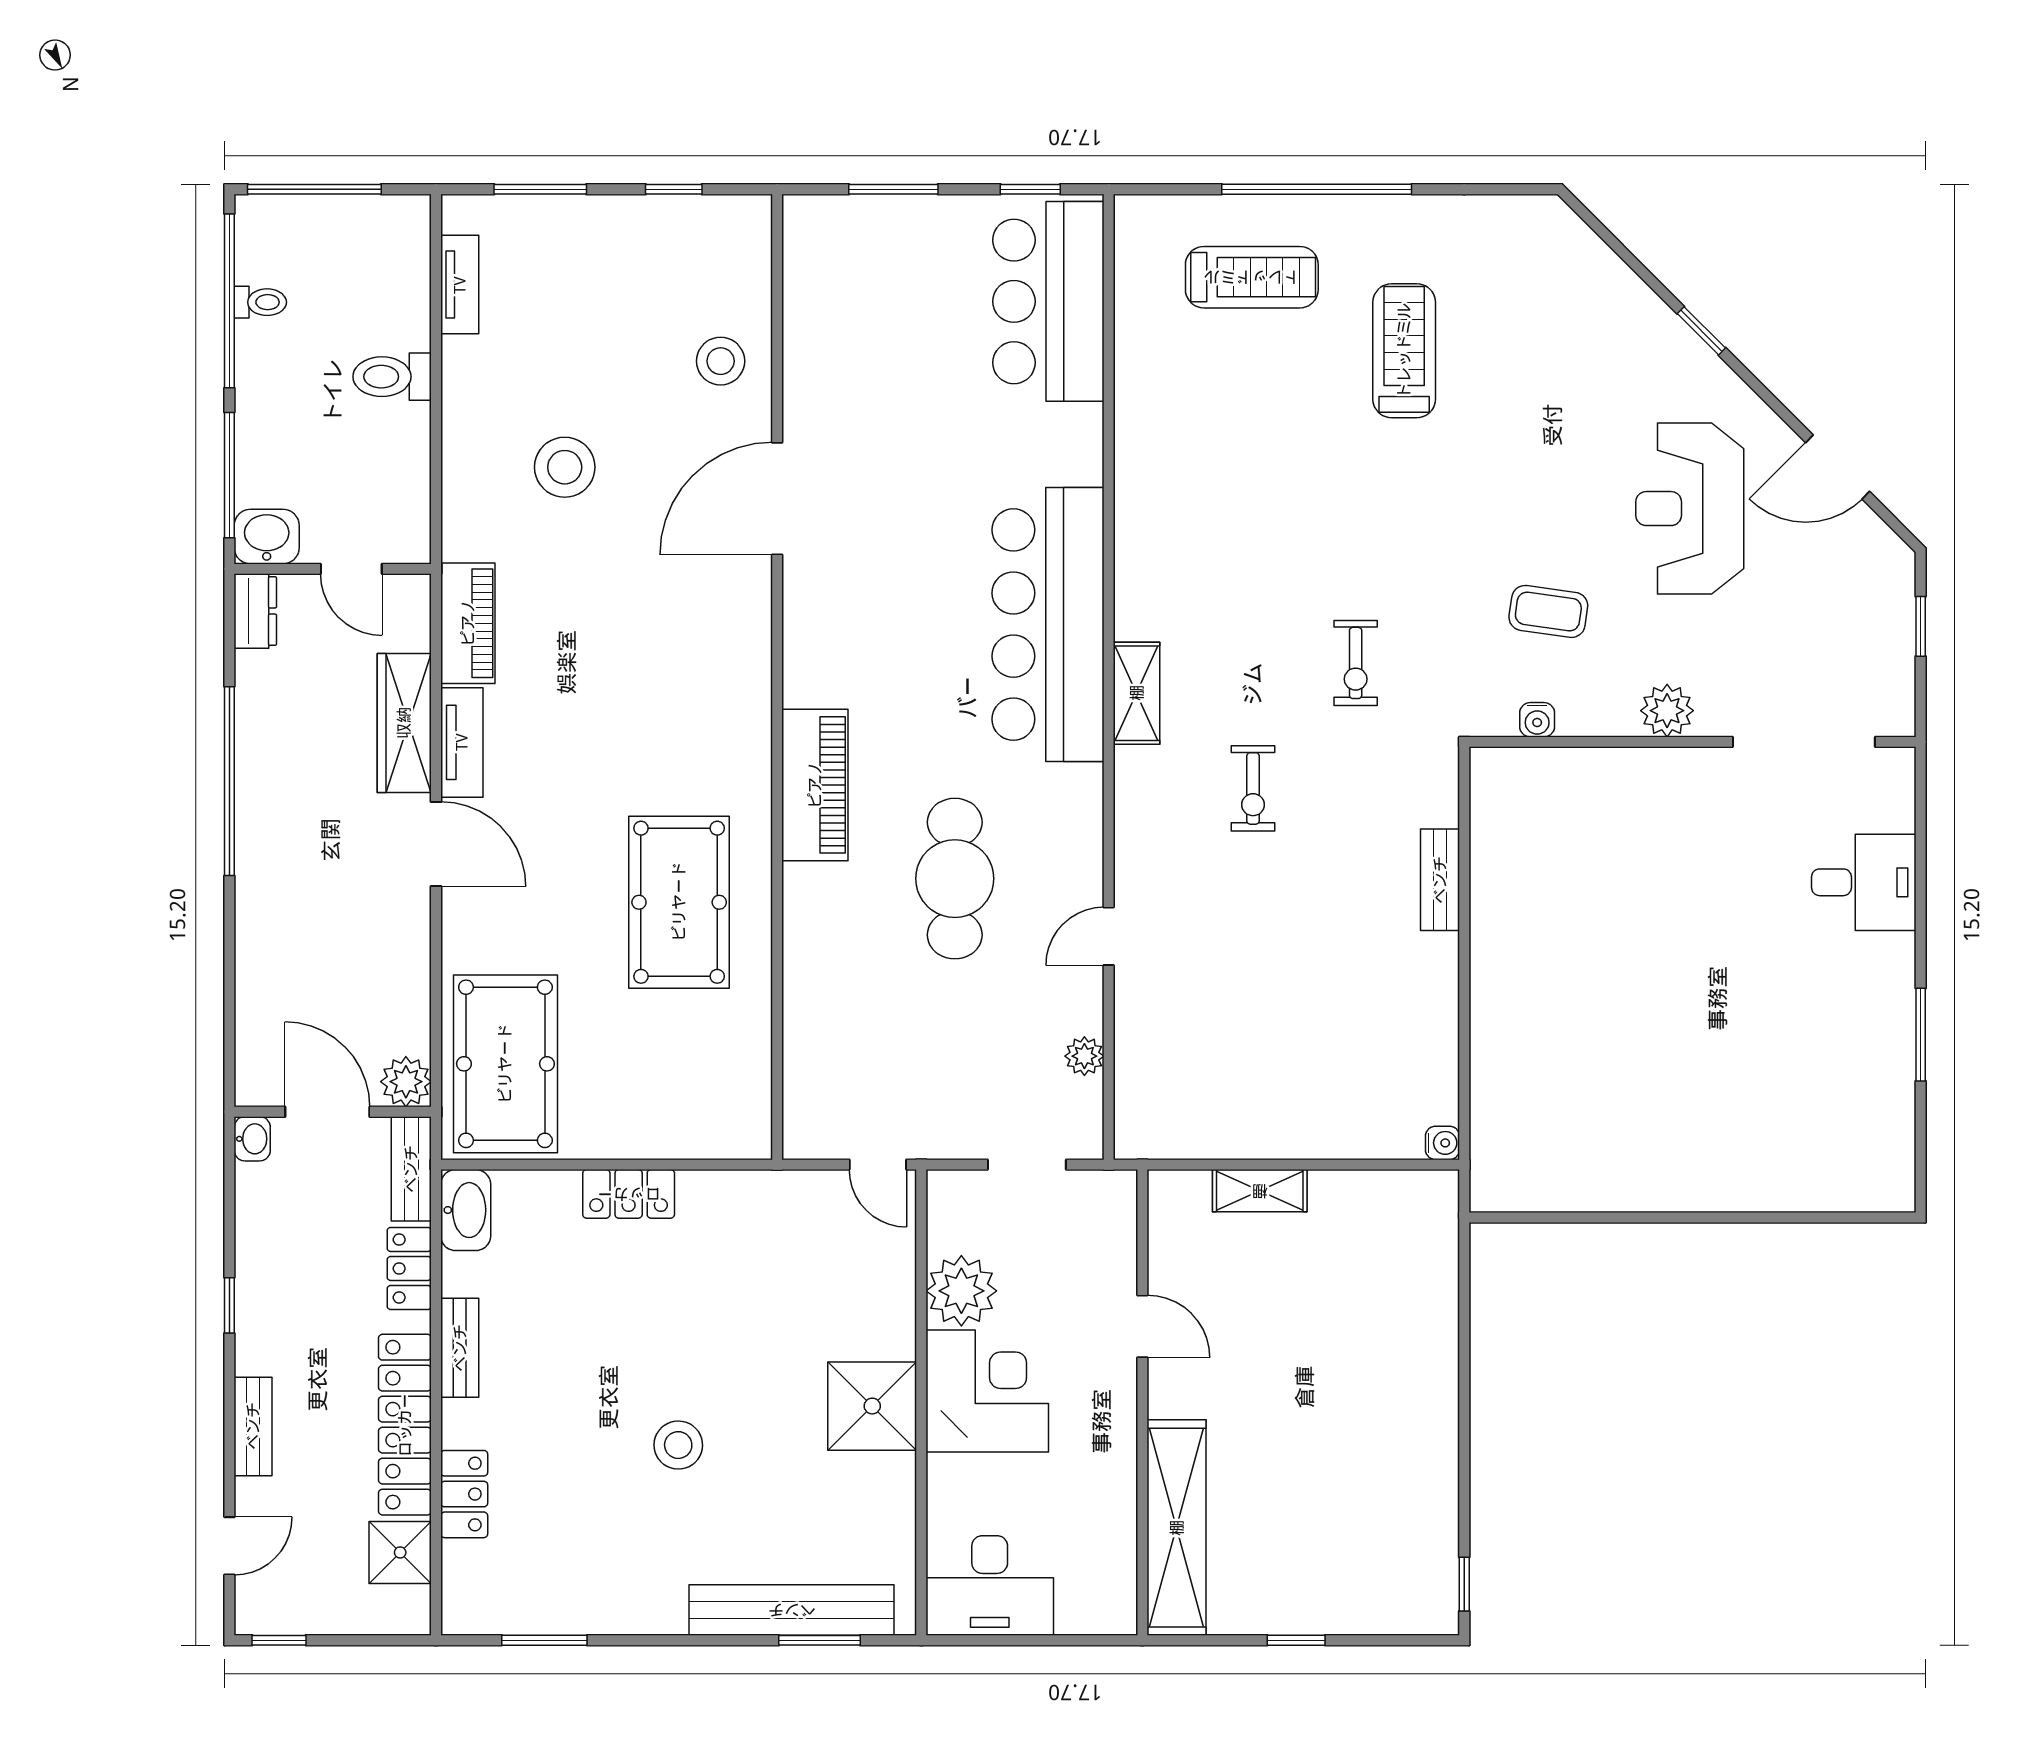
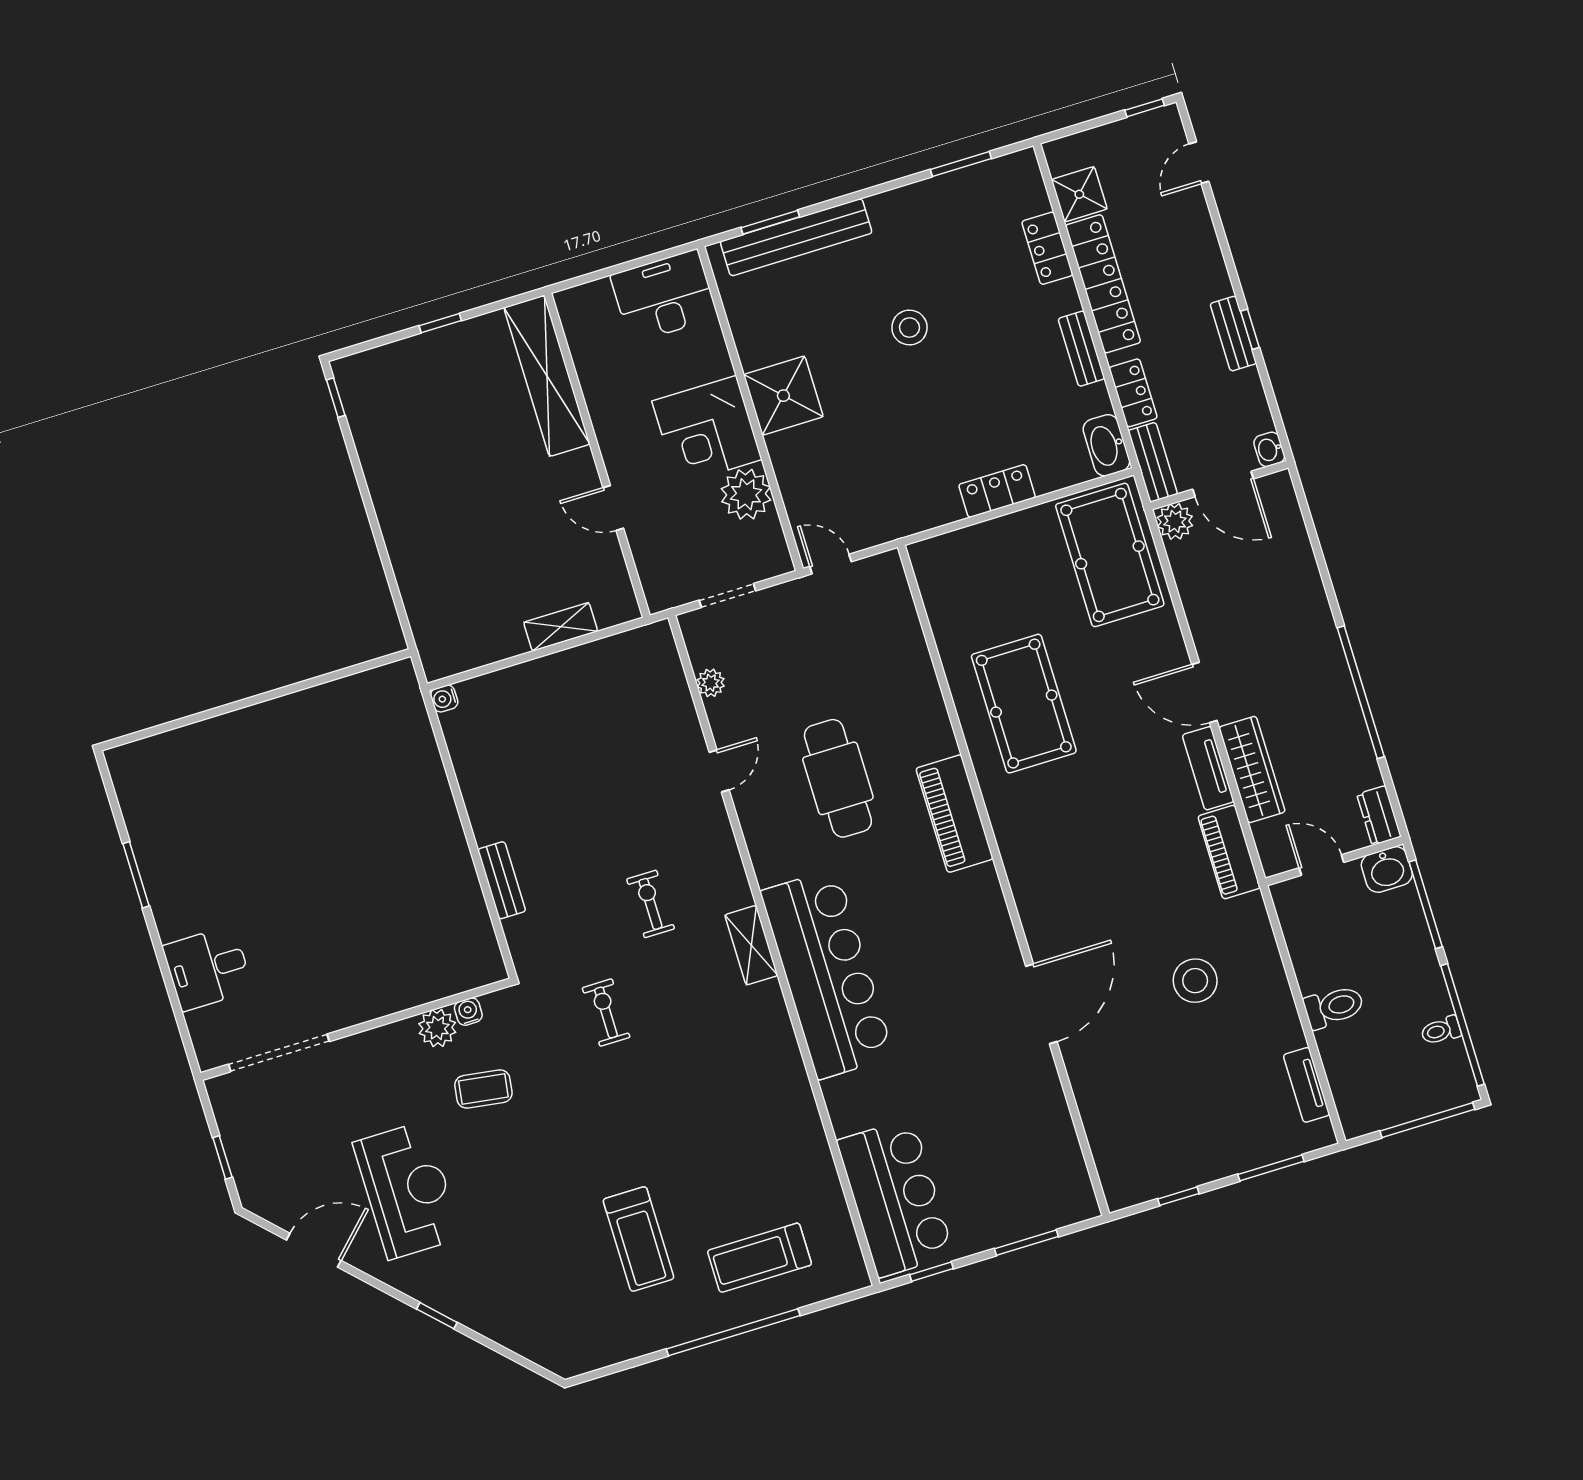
stool: (721, 361) -> (1110, 1087), removed
plant: (1667, 711) -> (437, 1028), moved
bench: (253, 1426) -> (1233, 334), moved

